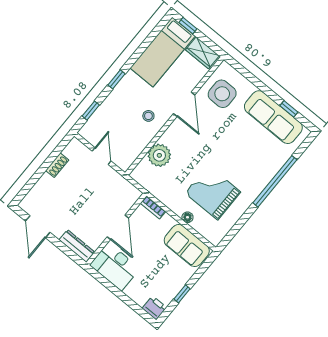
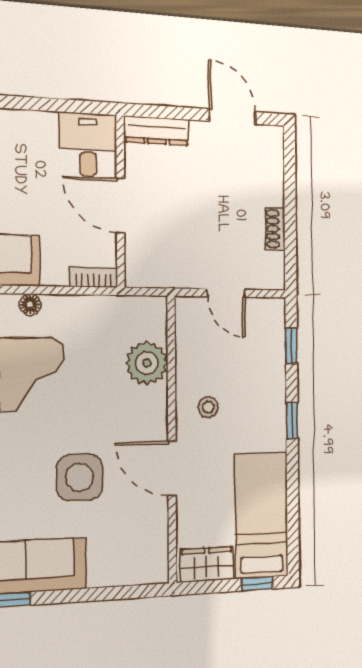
side table: (222, 94) -> (80, 477), moved
desk: (116, 266) -> (88, 145), width x0.73

